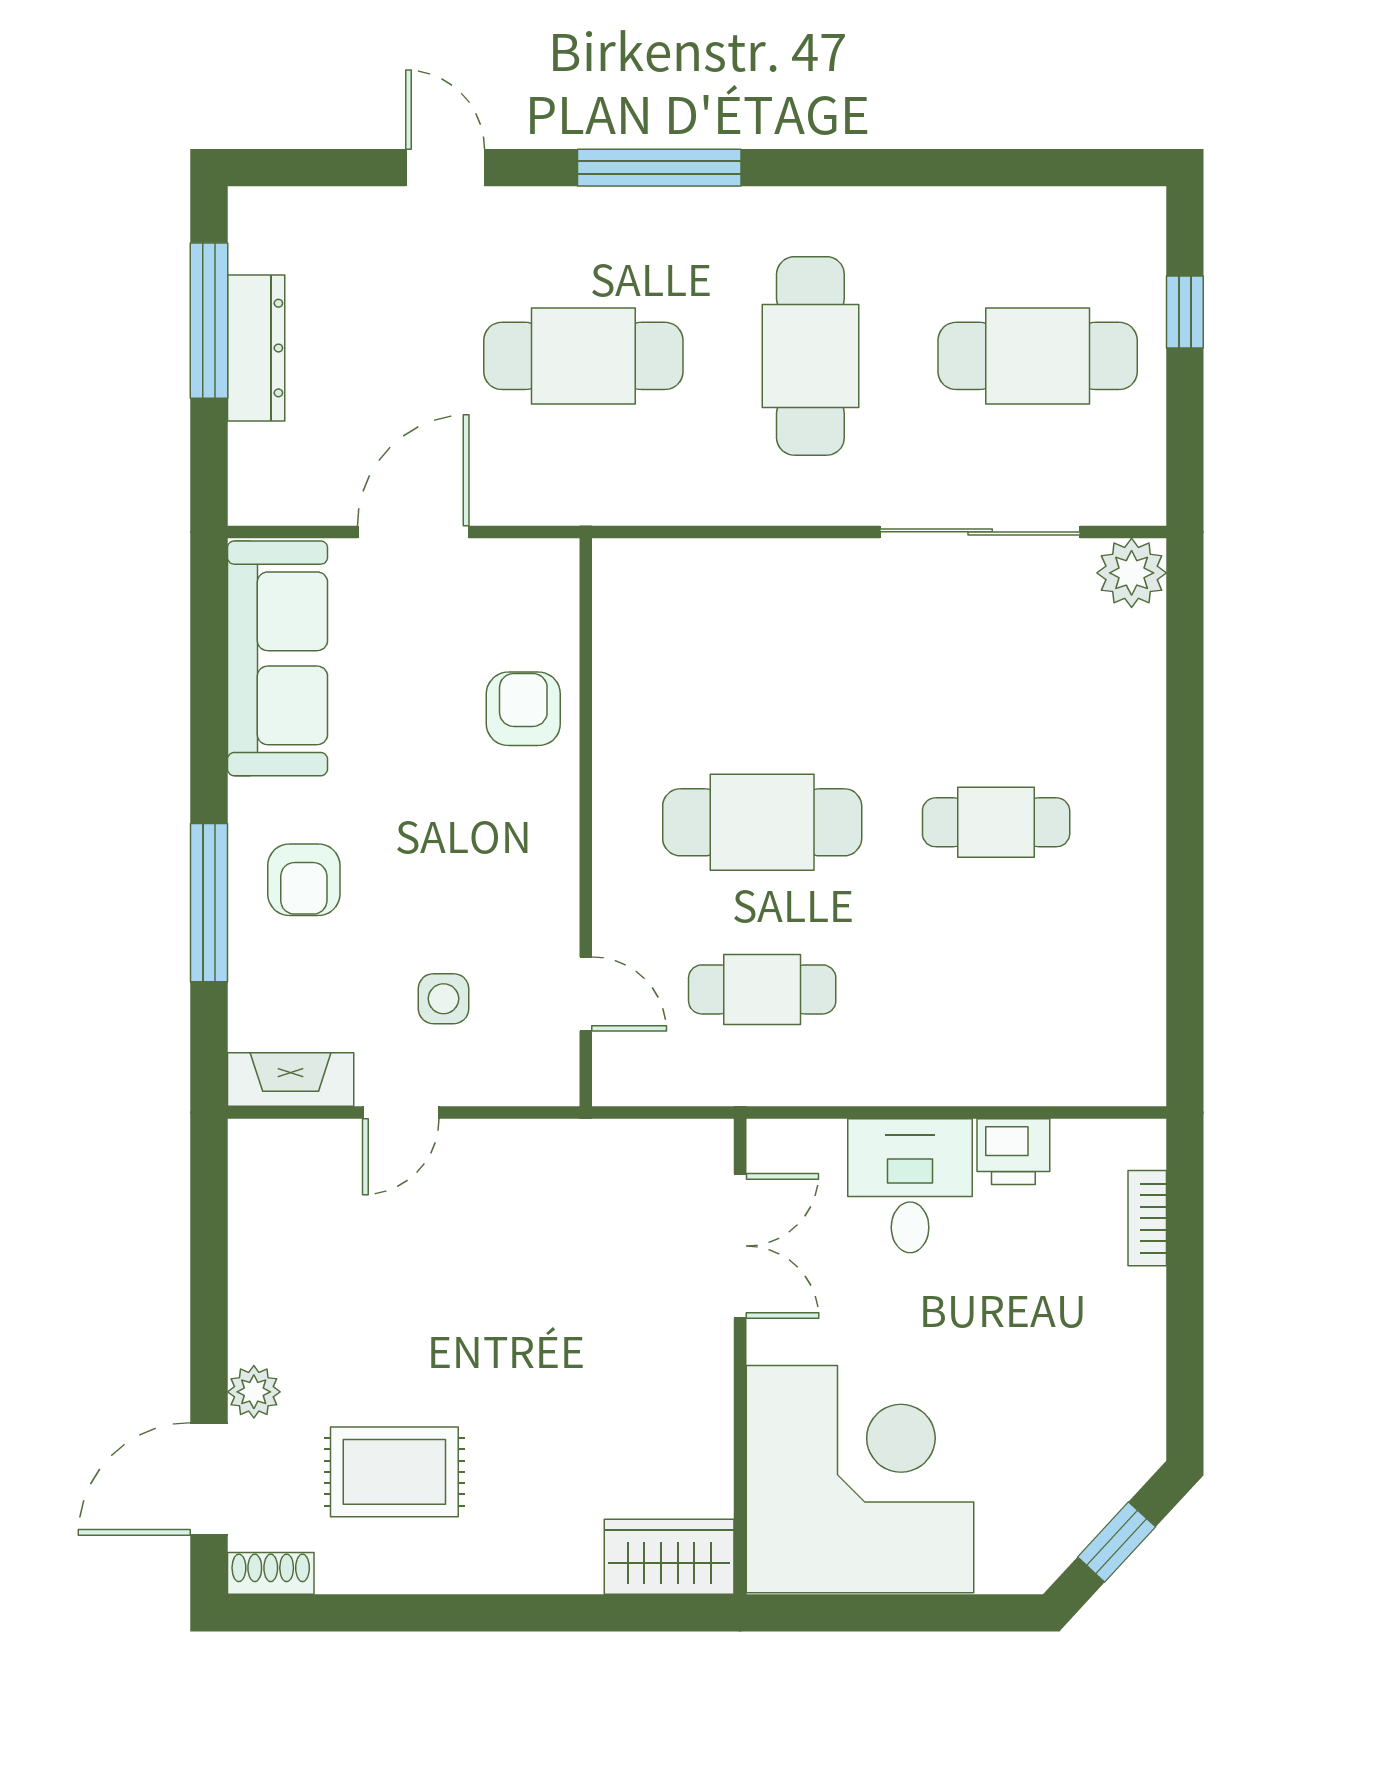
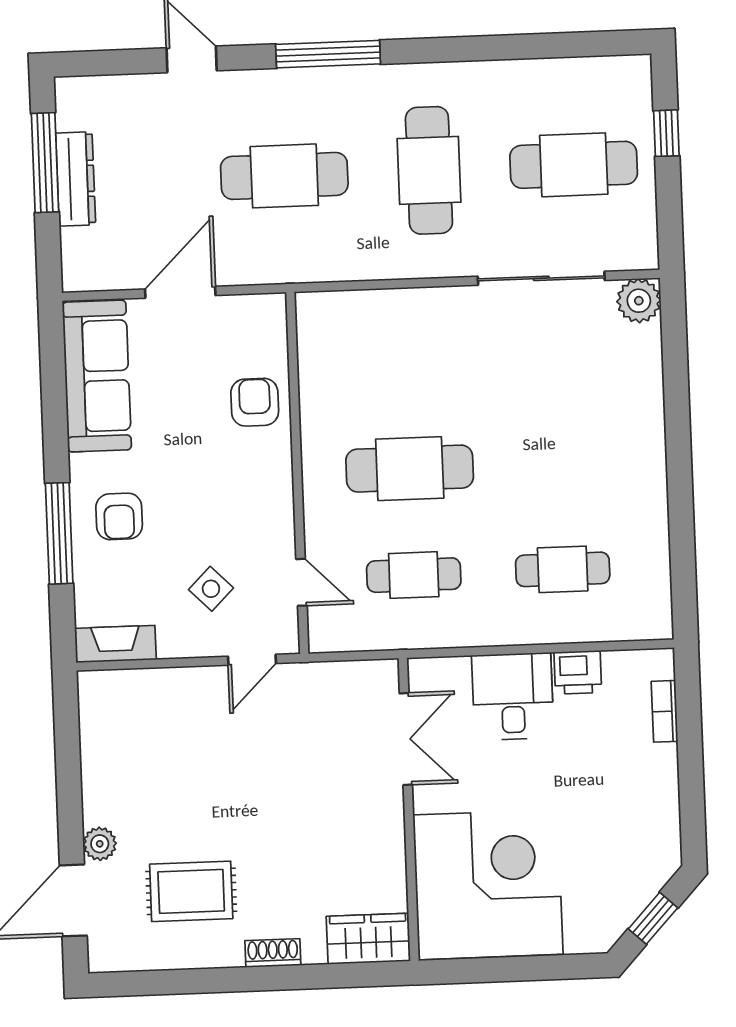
cafe table: (996, 822) -> (563, 569), moved
side table: (444, 999) -> (211, 589), turned 45
door: (401, 1113) -> (252, 660), moved
shoe rack: (271, 1573) -> (273, 953), moved

